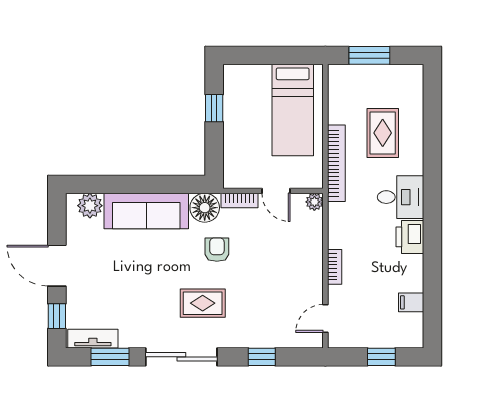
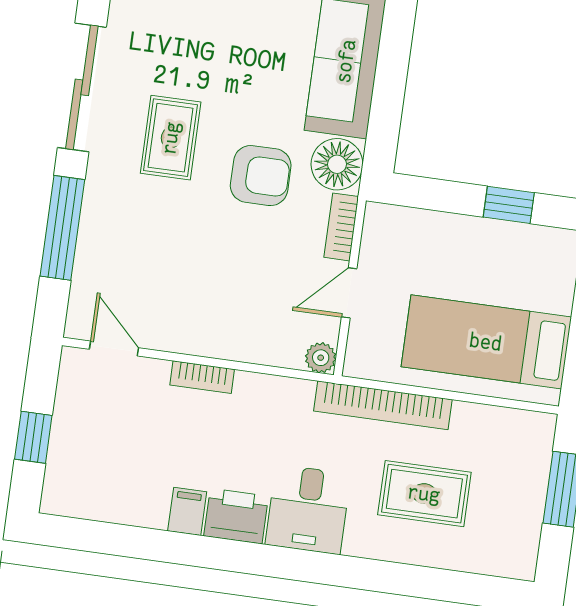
armchair: (217, 250) -> (261, 176), width x1.38, depth x1.38
filing cabinet: (411, 302) -> (187, 511), moved
window: (262, 357) -> (62, 228), width x2.17

